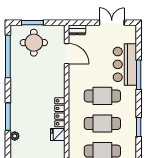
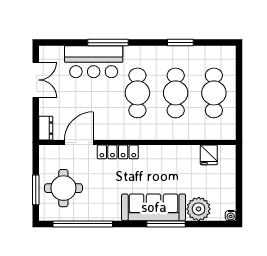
double door: (112, 23) -> (36, 80), swing flipped
sofa: (20, 108) -> (154, 207), added
locker: (60, 112) -> (118, 152), moved
fridge: (58, 134) -> (209, 155), moved
plant: (15, 136) -> (199, 209), width x1.88, depth x1.88

